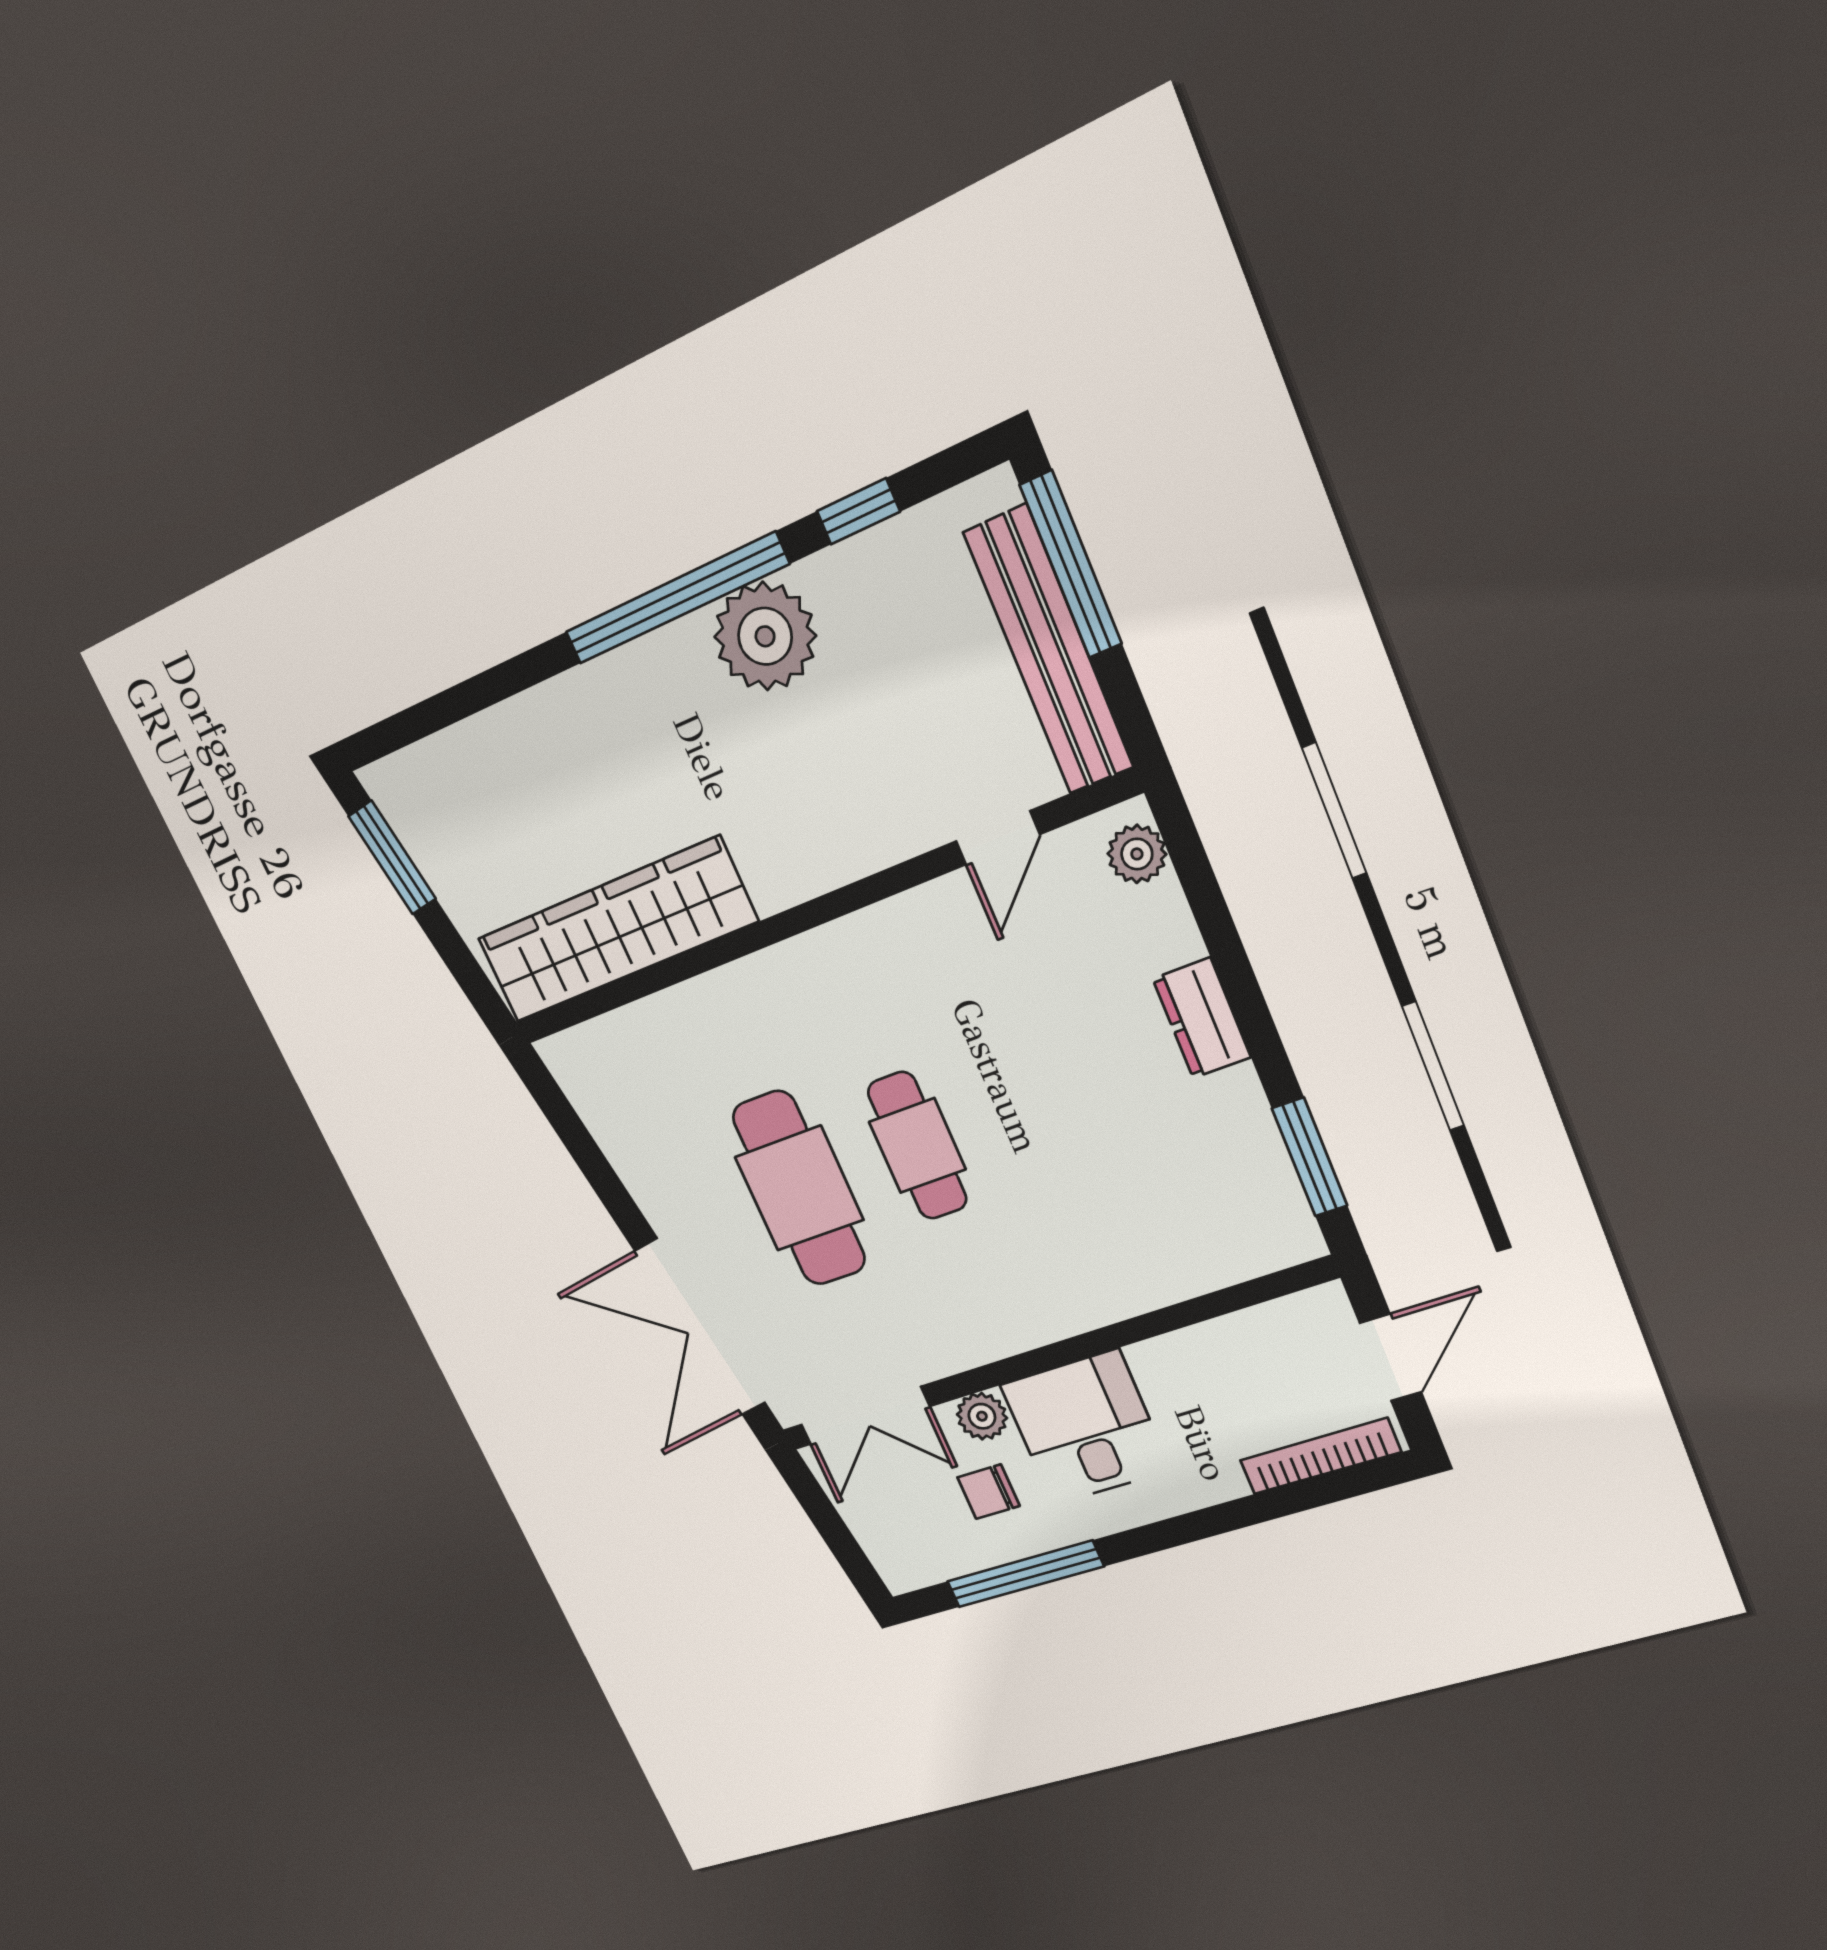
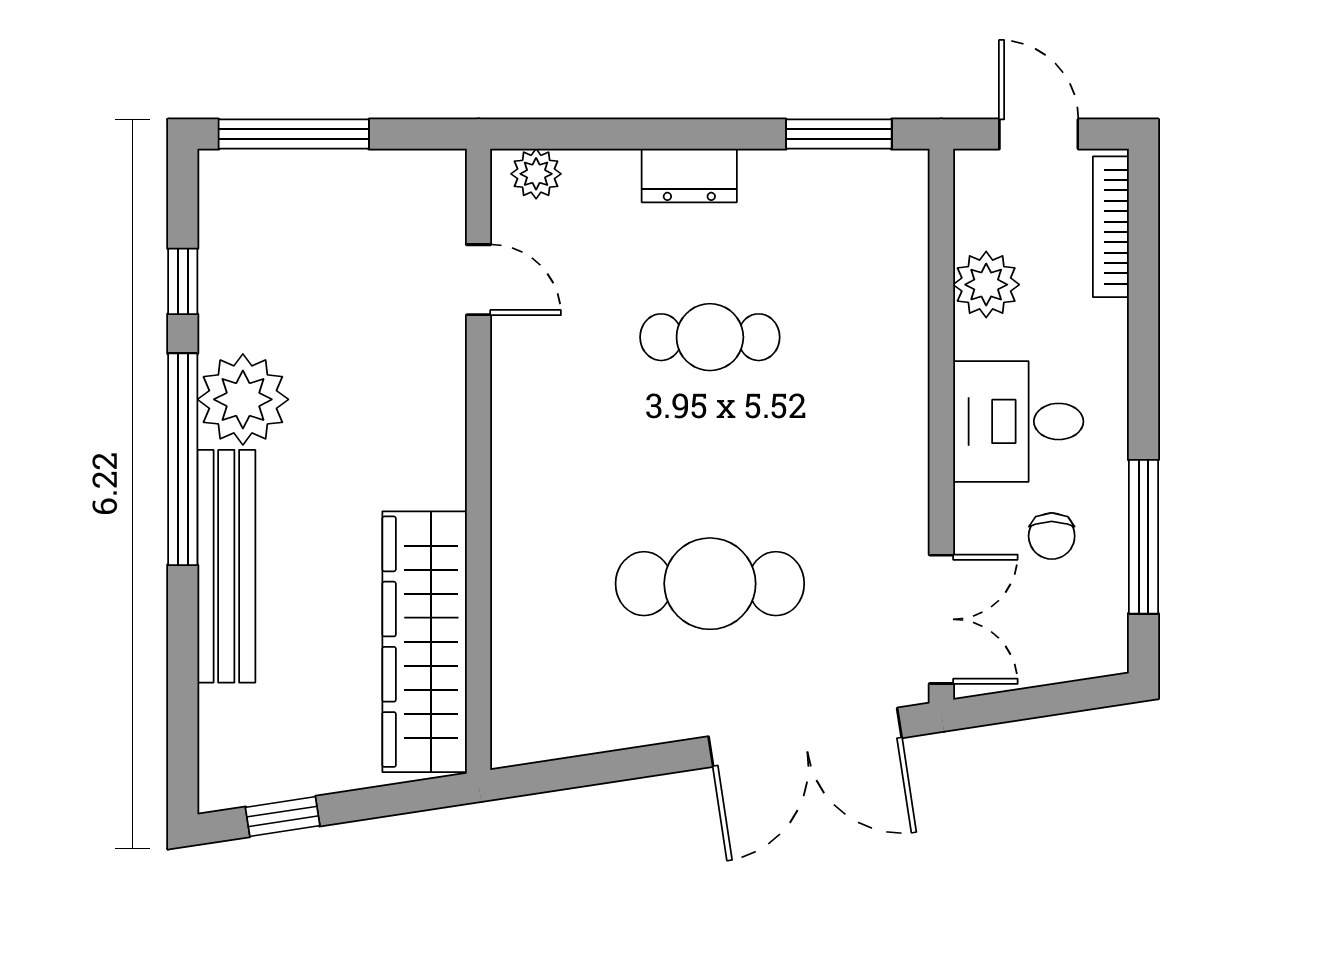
bench: (1049, 651) -> (226, 566), moved, turned 90
window: (392, 858) -> (283, 816), width x0.67
cafe table: (917, 1146) -> (710, 337), moved
plant: (982, 1416) -> (986, 285), moved, width x1.38, depth x1.38

